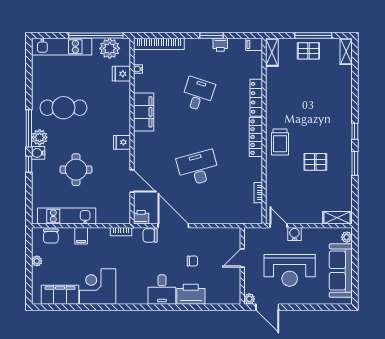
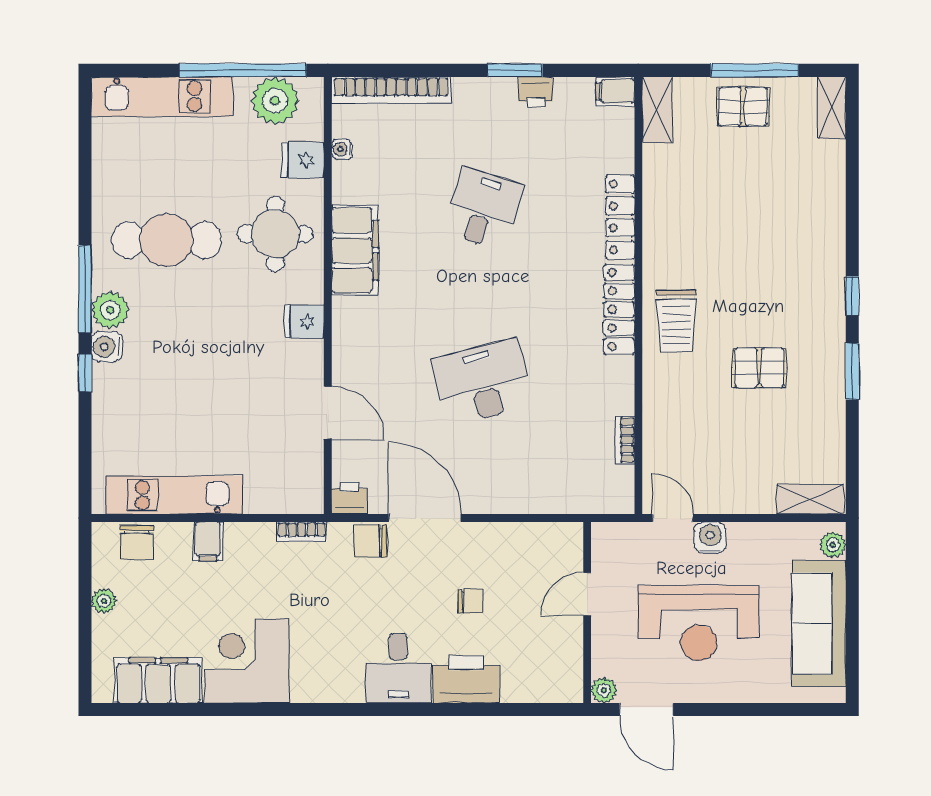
round table: (76, 170) -> (275, 234), moved

